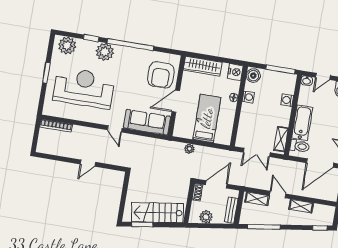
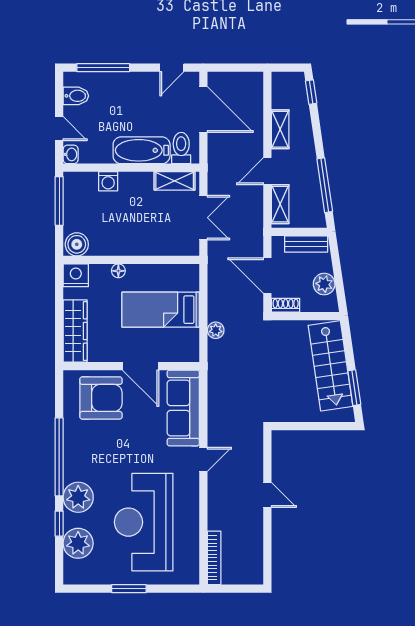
plant: (67, 46) -> (78, 543), moved
washing machine: (248, 97) -> (114, 247), removed

